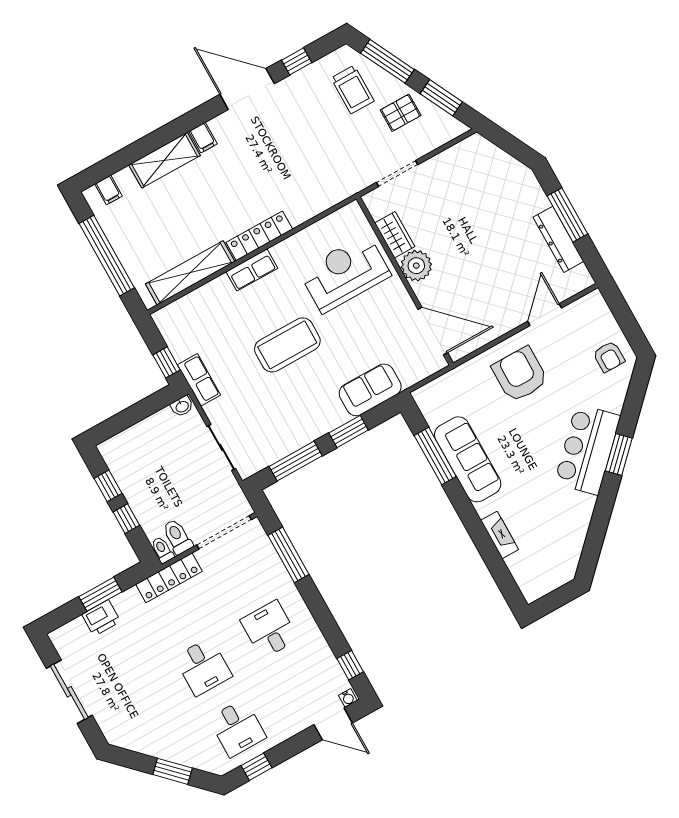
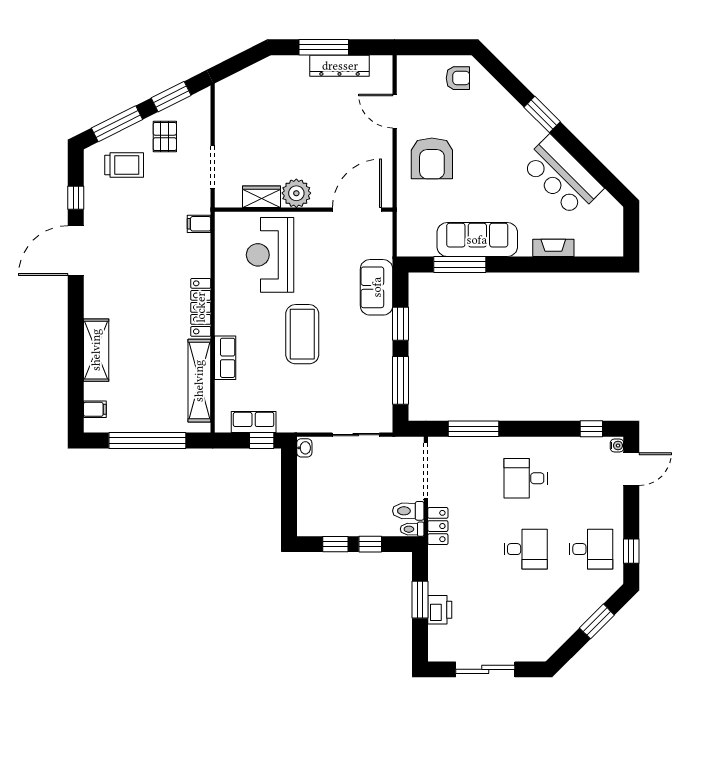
filing cabinet: (203, 138) -> (199, 224), moved, turned 180
row of seats: (252, 270) -> (225, 358), moved
armchair: (520, 374) -> (432, 158), turned -90
row of seats: (199, 380) -> (254, 422), moved
bar counter: (587, 449) -> (562, 176), moved
locker: (169, 578) -> (438, 526), width x0.66

